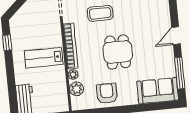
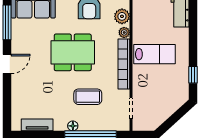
dining table: (118, 52) -> (73, 52), width x1.38

